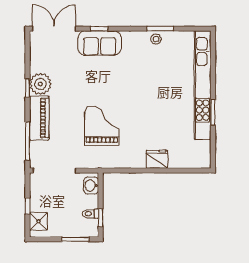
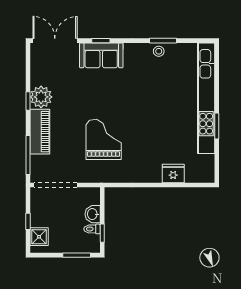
fridge: (157, 159) -> (173, 174), moved
washbasin: (91, 186) -> (93, 214), moved

